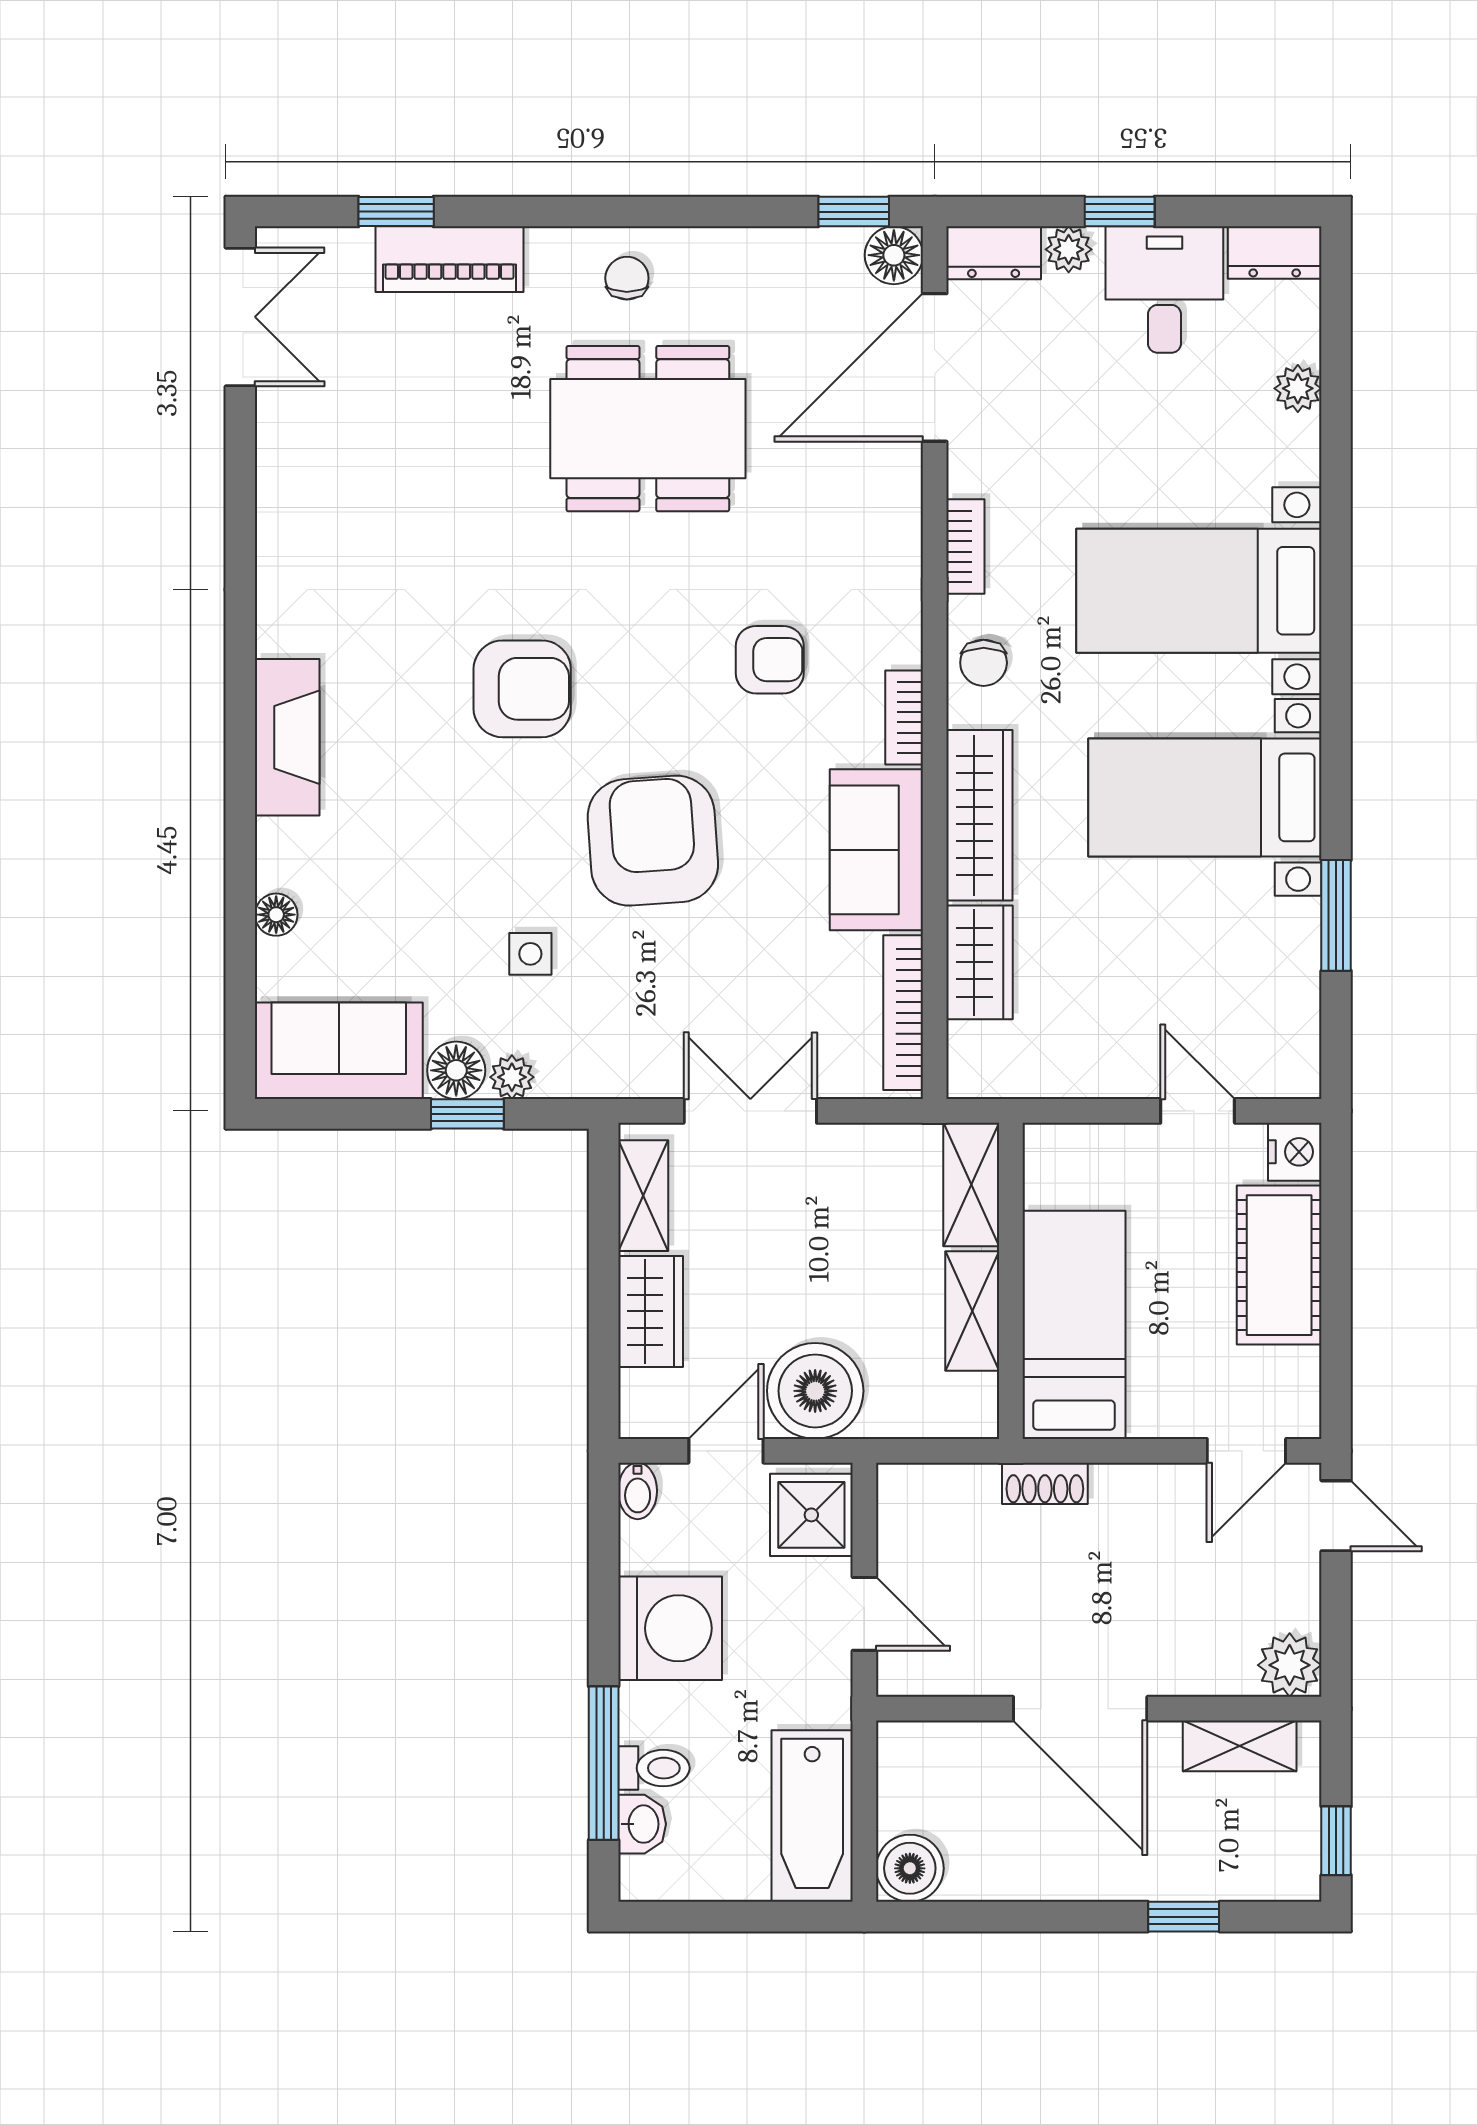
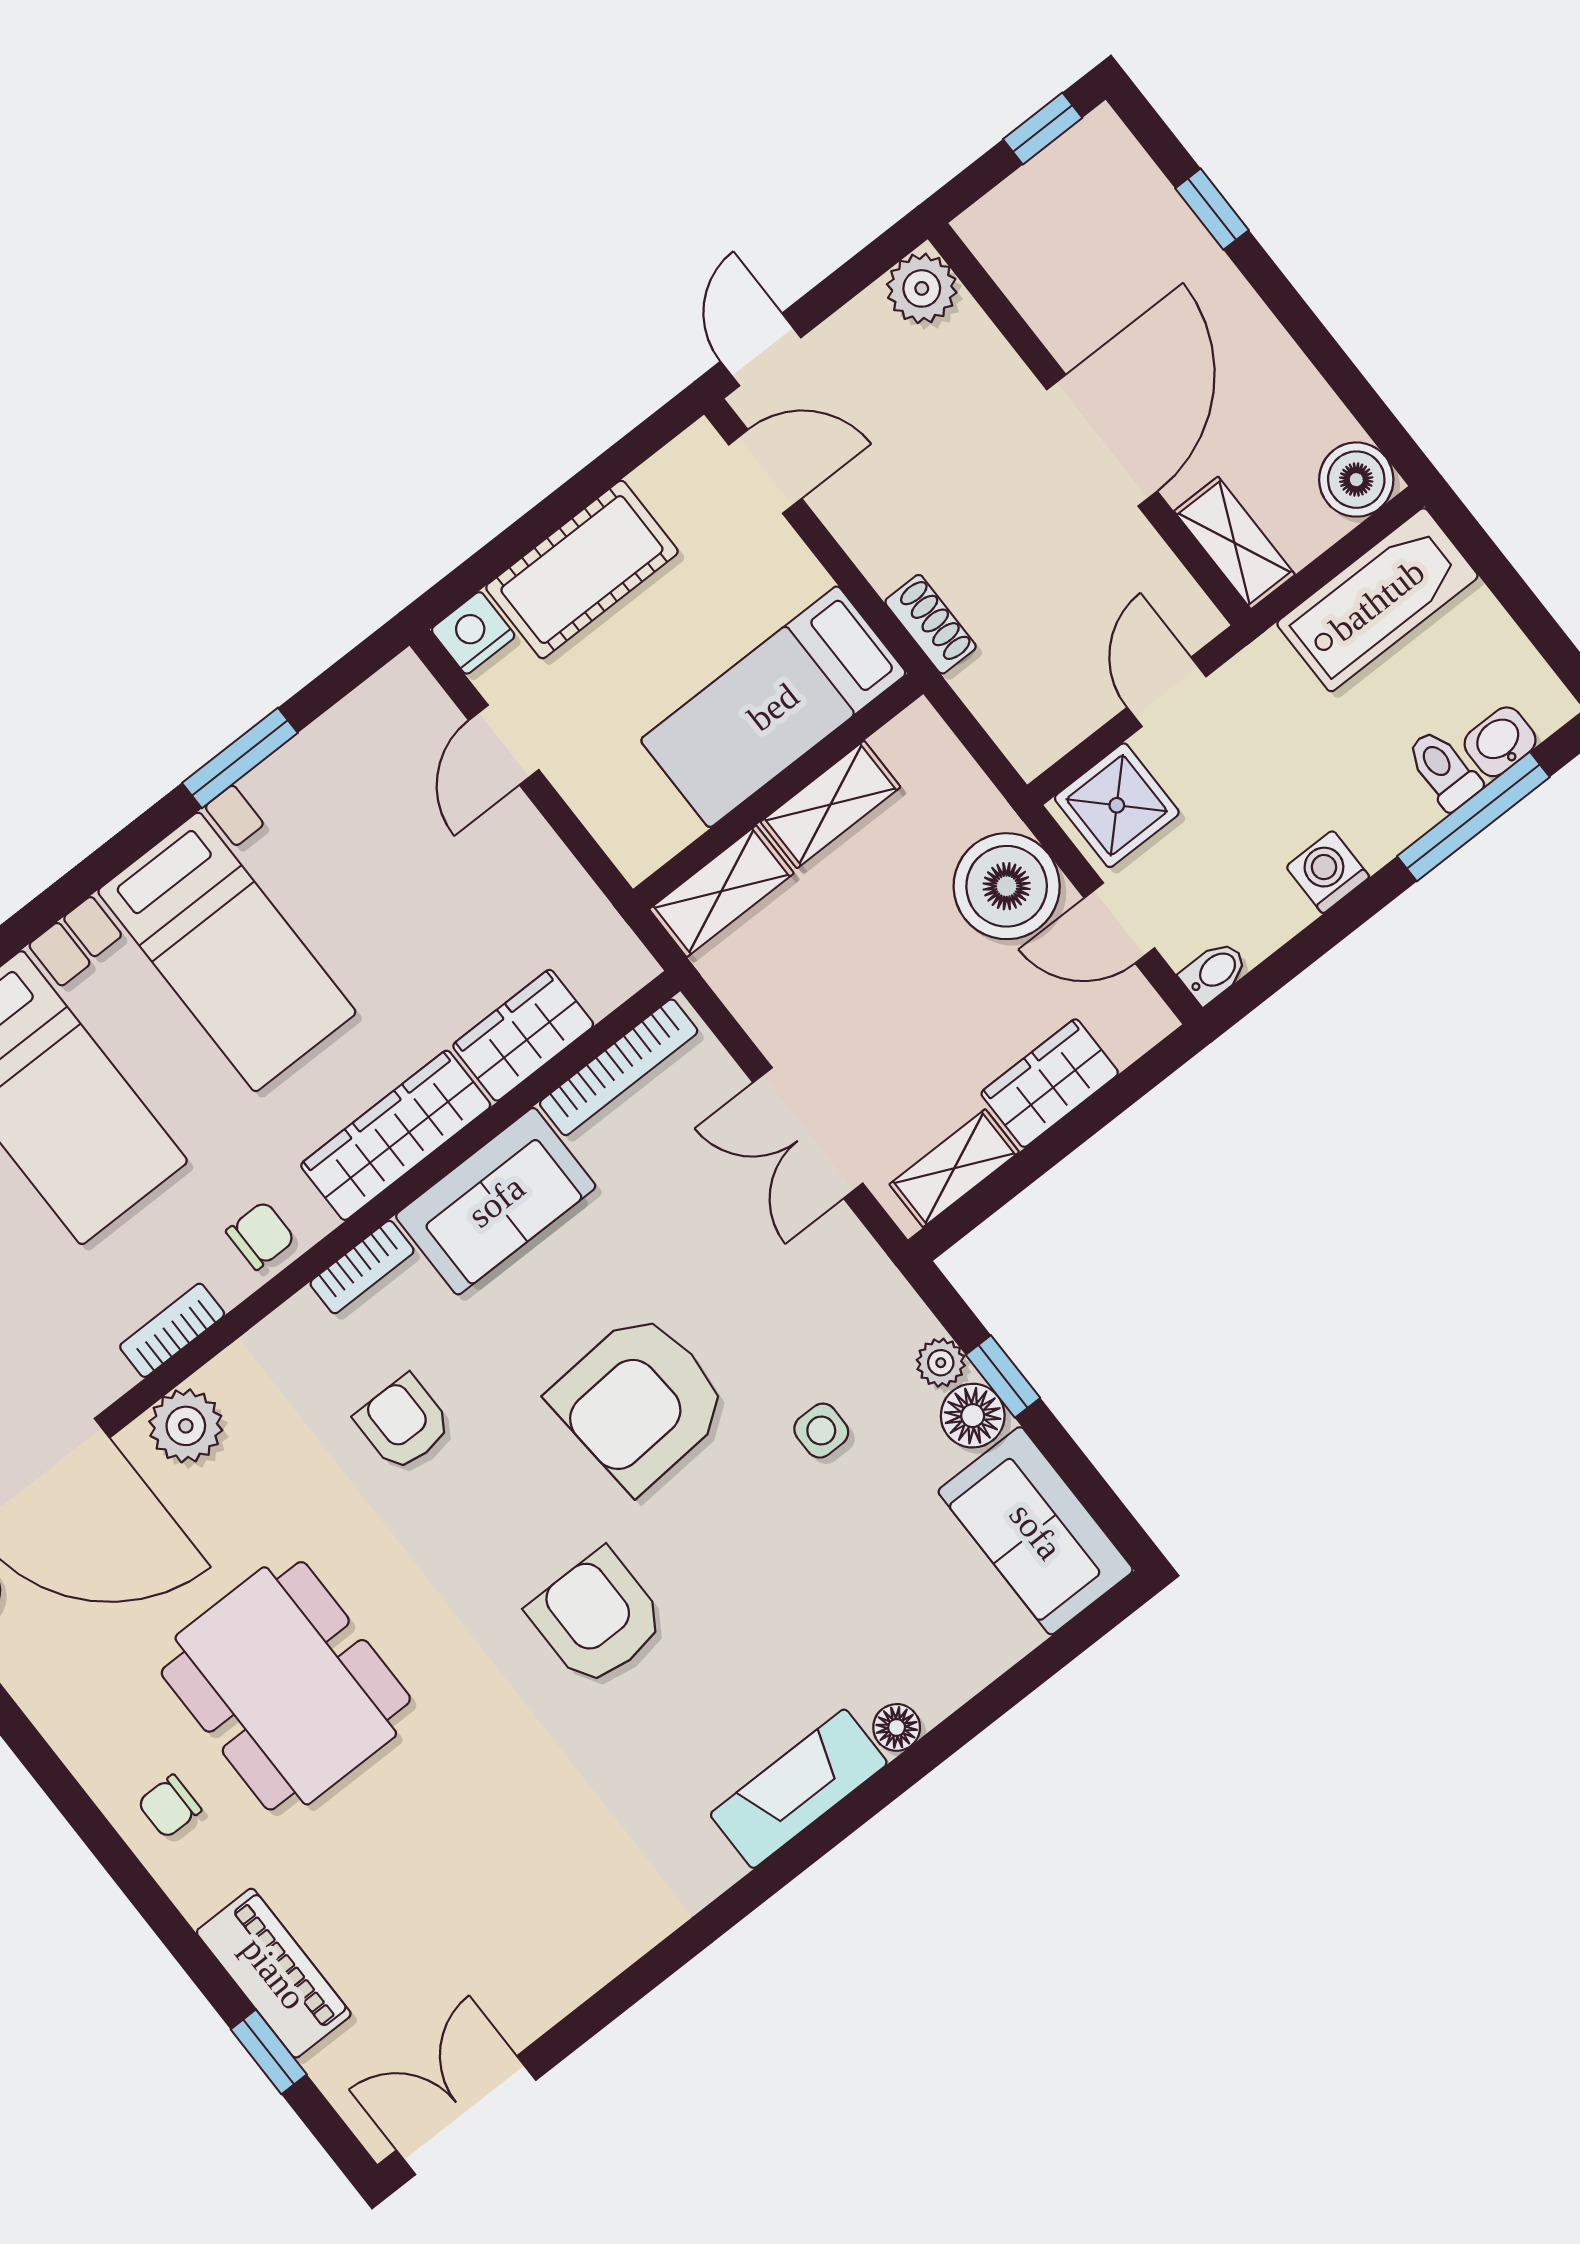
plant: (889, 503) -> (186, 1426), added
floor lamp: (276, 915) -> (897, 1727), moved
washing machine: (670, 1628) -> (1328, 872), width x0.53, depth x0.53
shelving: (1240, 1746) -> (1234, 543), moved

